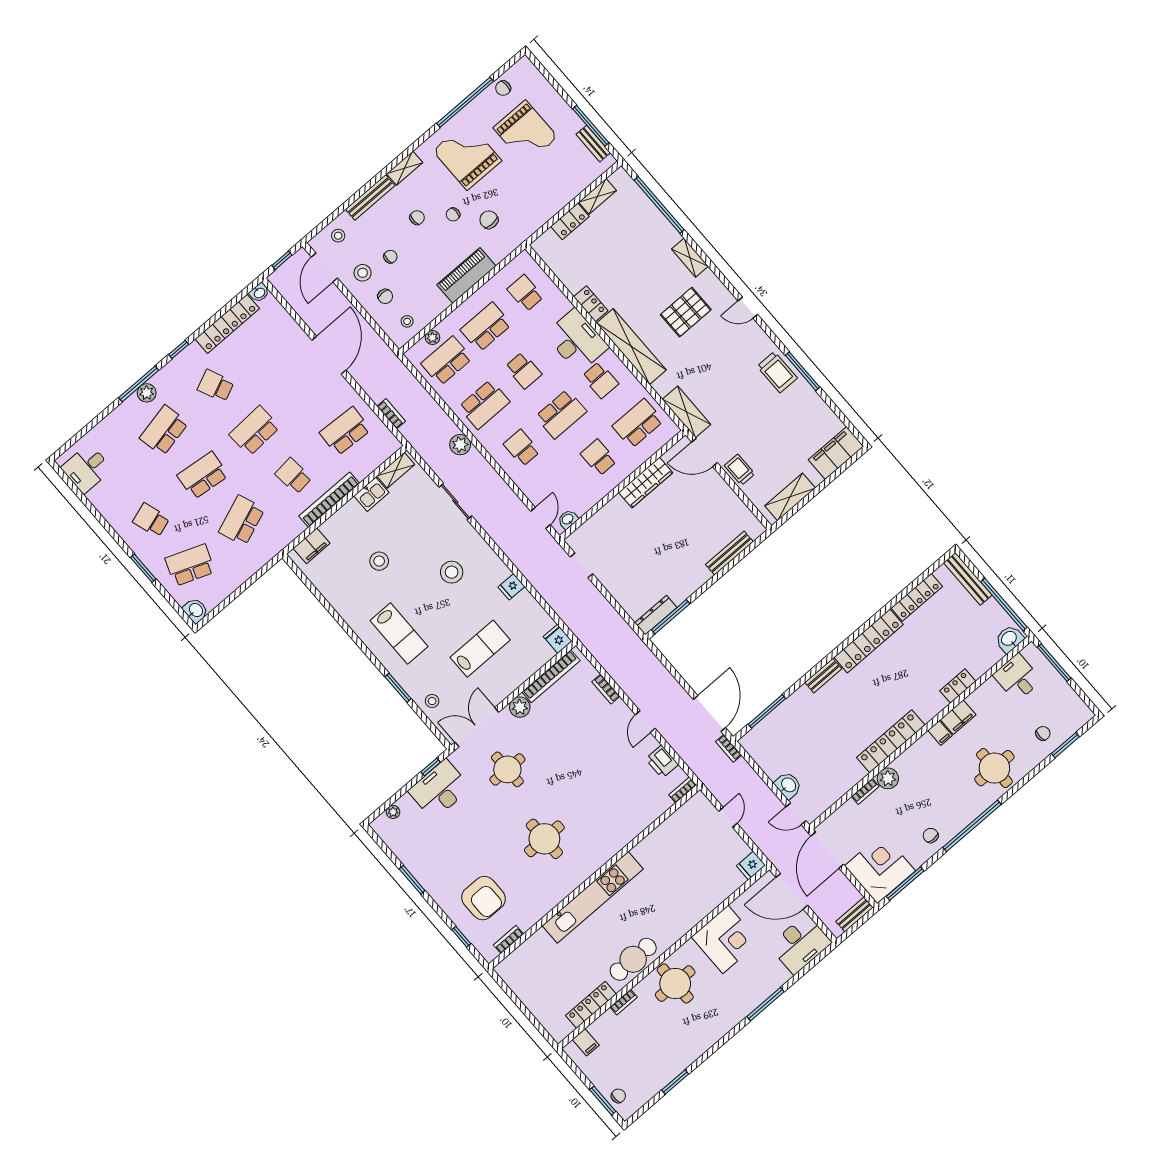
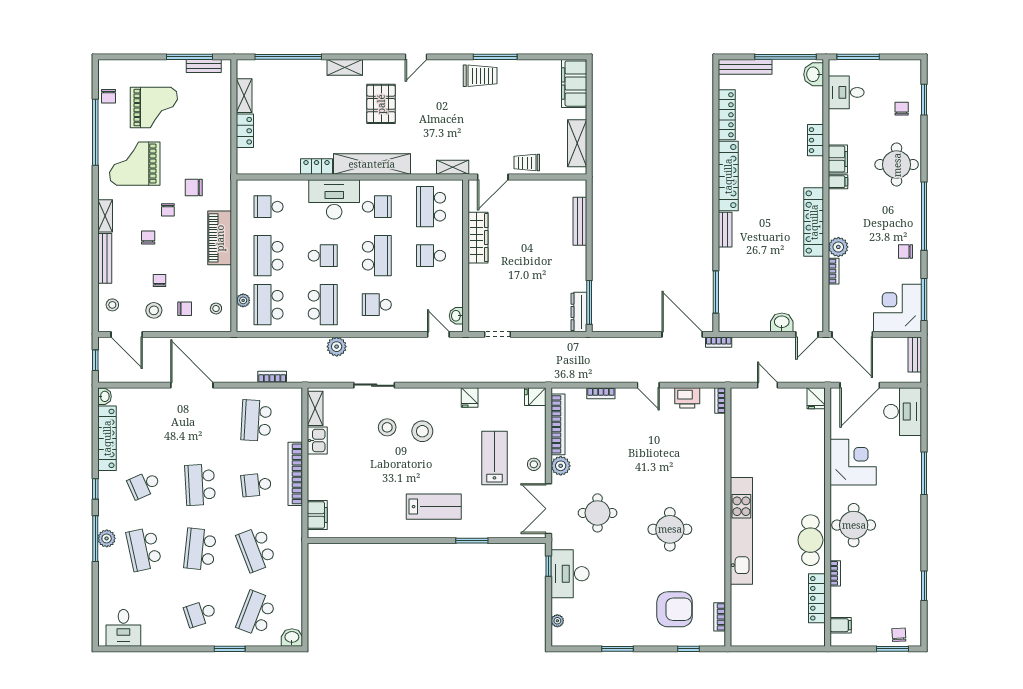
shelving: (686, 412) -> (453, 167), width x0.67, depth x0.75
stool: (379, 561) -> (387, 427), moved
stool: (432, 701) -> (534, 464), moved

